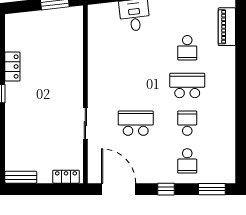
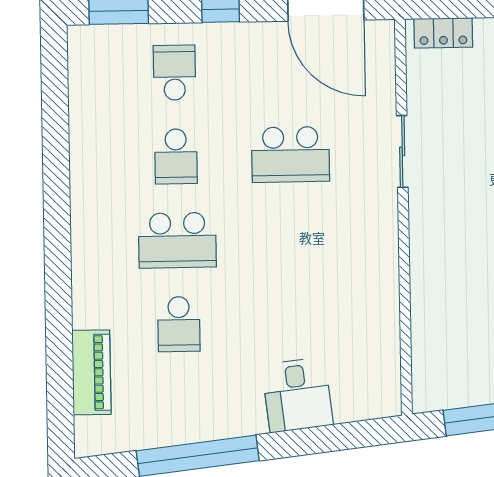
school desk: (187, 48) -> (179, 324), turned 180

